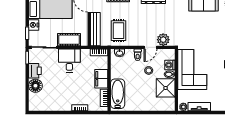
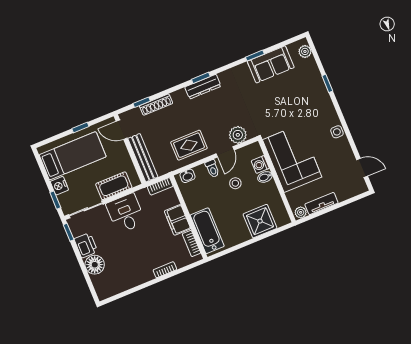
rug: (118, 31) -> (189, 145), moved, turned 90
shower: (166, 88) -> (260, 221), moved

